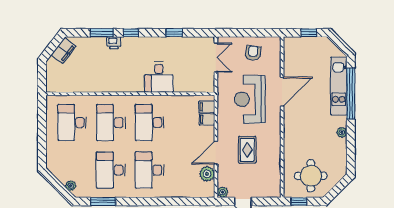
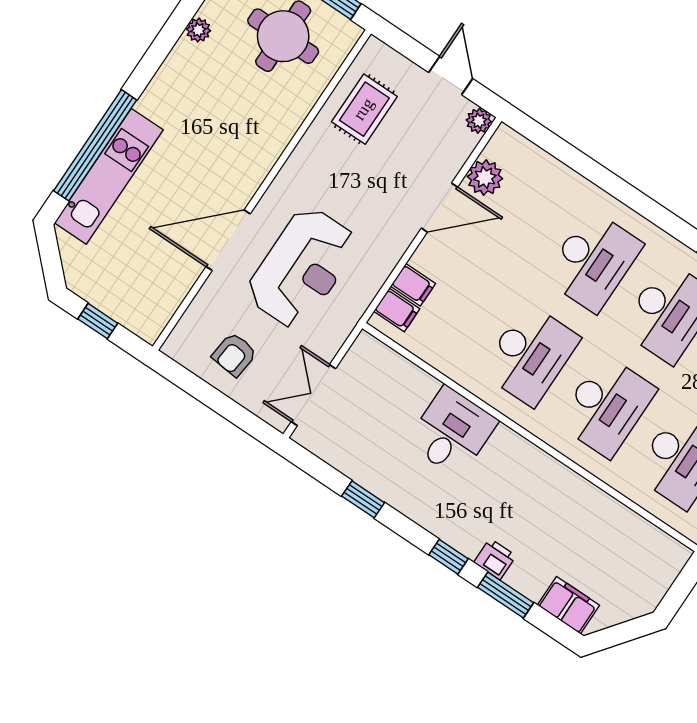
filing cabinet: (64, 50) -> (568, 605), moved, turned 53
plant: (342, 132) -> (198, 30), moved
rug: (247, 150) -> (364, 109), moved

